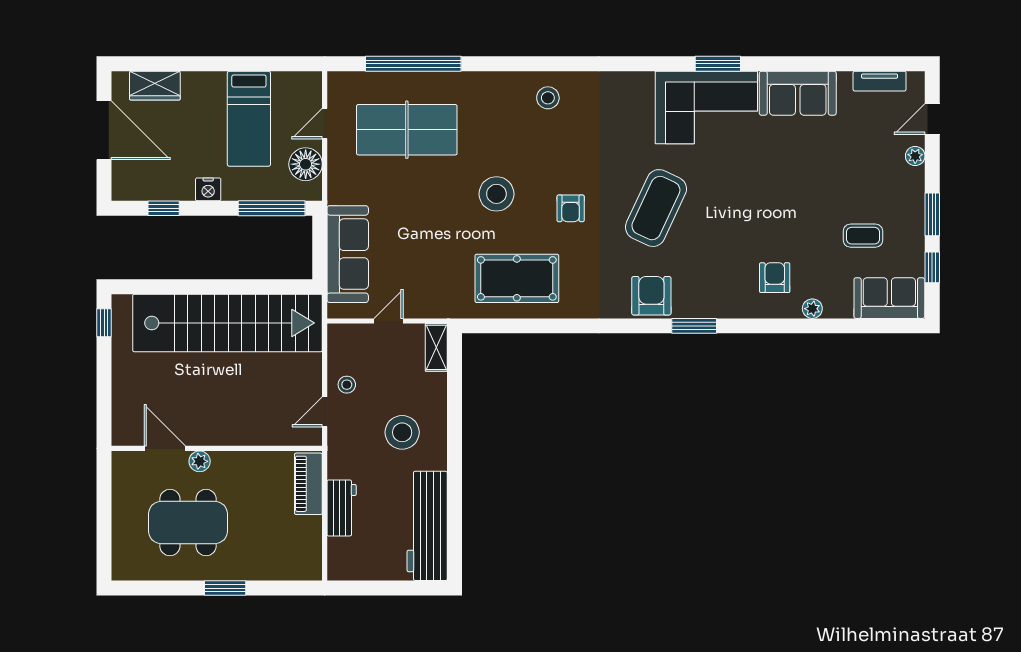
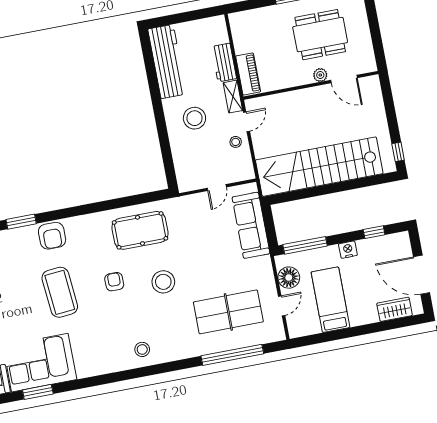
coffee table: (656, 208) -> (60, 292), turned -30
shelving: (436, 347) -> (233, 97), moved

